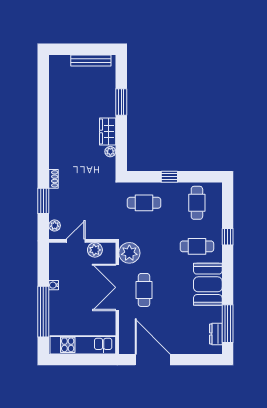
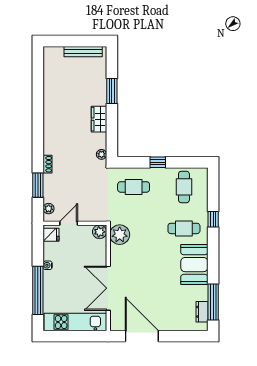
plant: (110, 152) -> (102, 154), moved
plant: (95, 250) -> (100, 232), moved
fridge: (57, 253) -> (51, 235), added
double door: (117, 287) -> (108, 288), moved
cafe table: (144, 290) -> (134, 270), removed

